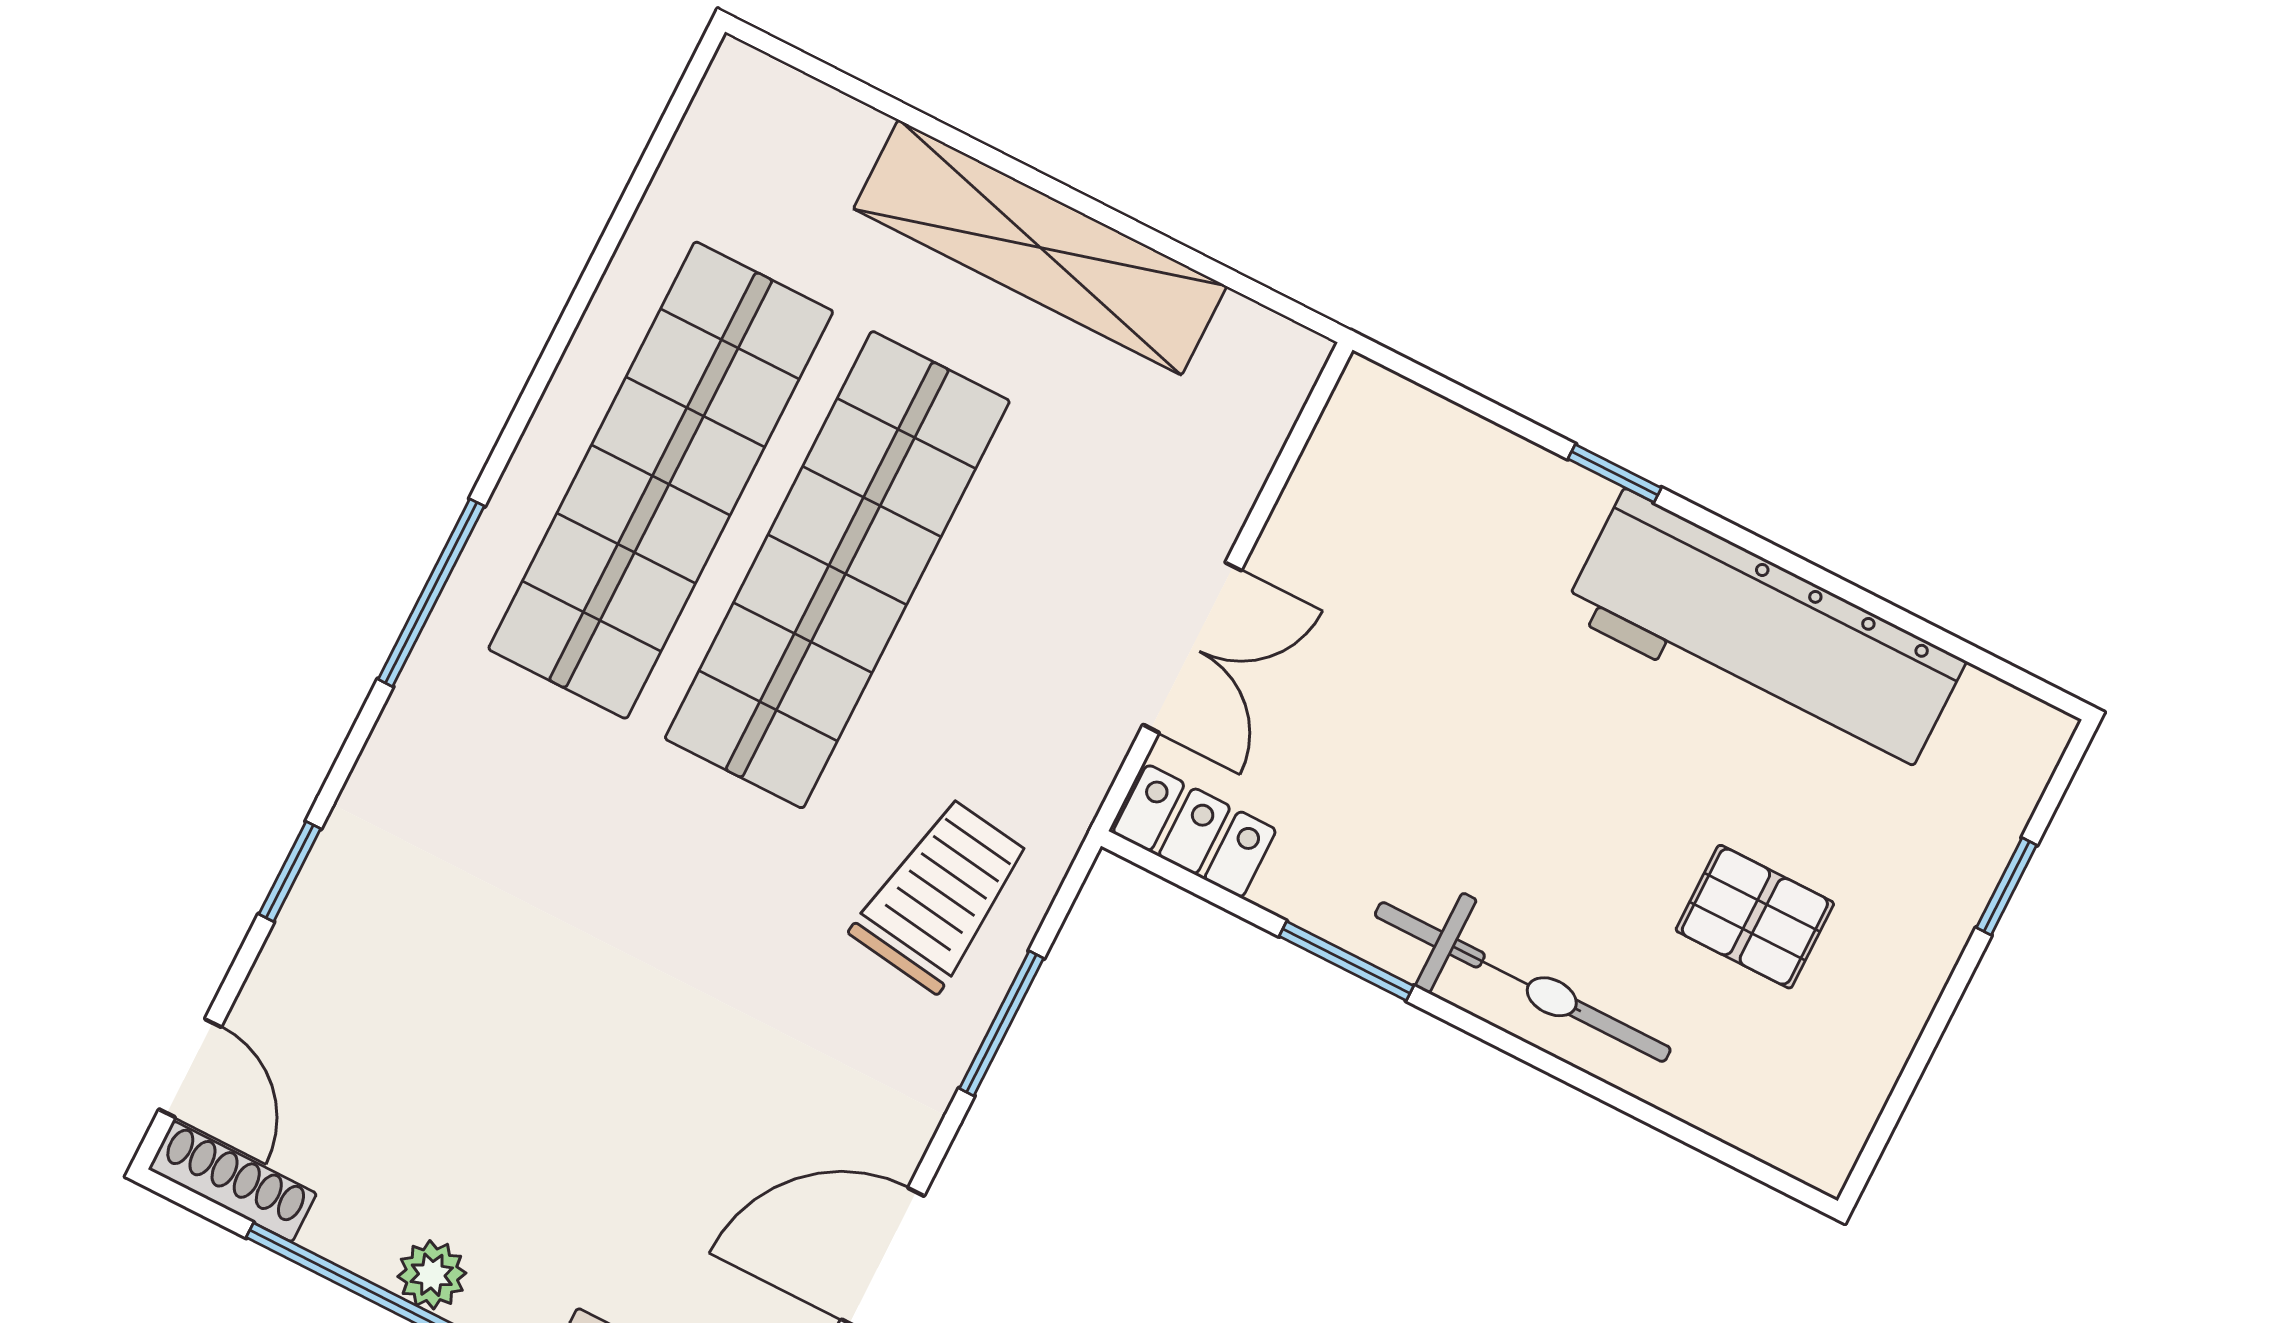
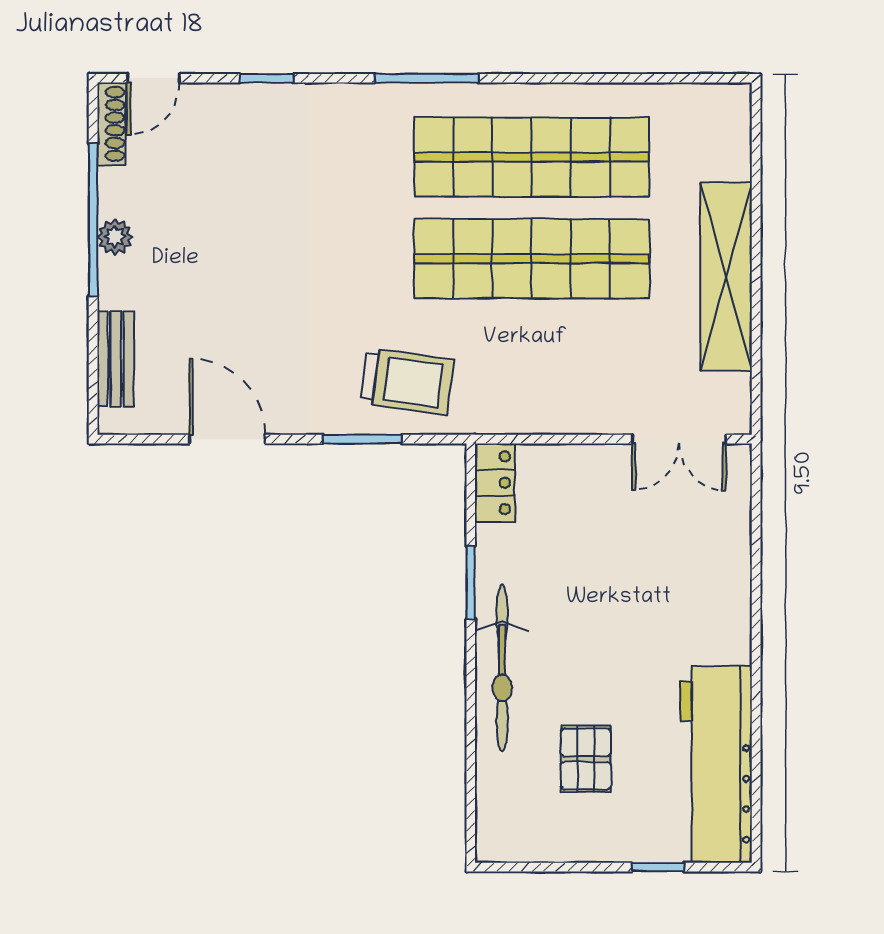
window: (1615, 473) -> (756, 592), removed
workbench: (1764, 637) -> (716, 764), moved
double door: (1192, 648) -> (679, 439), moved

